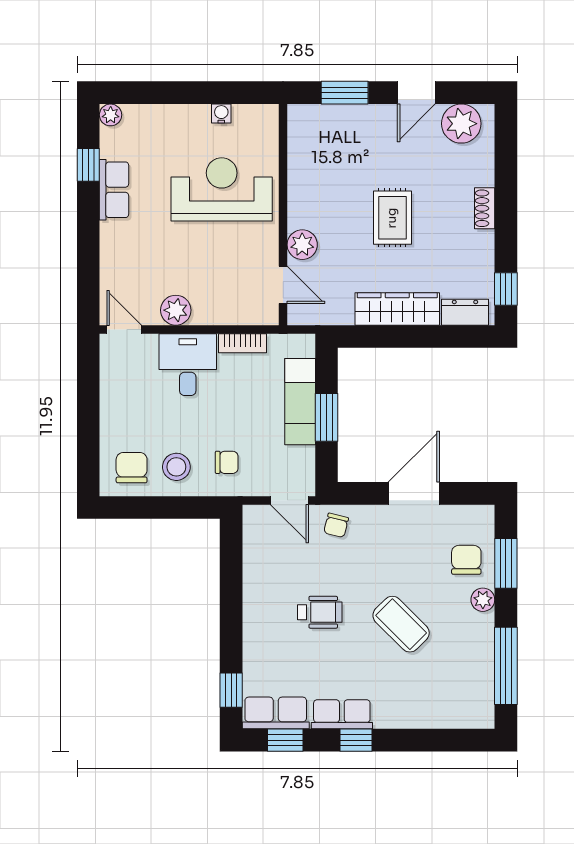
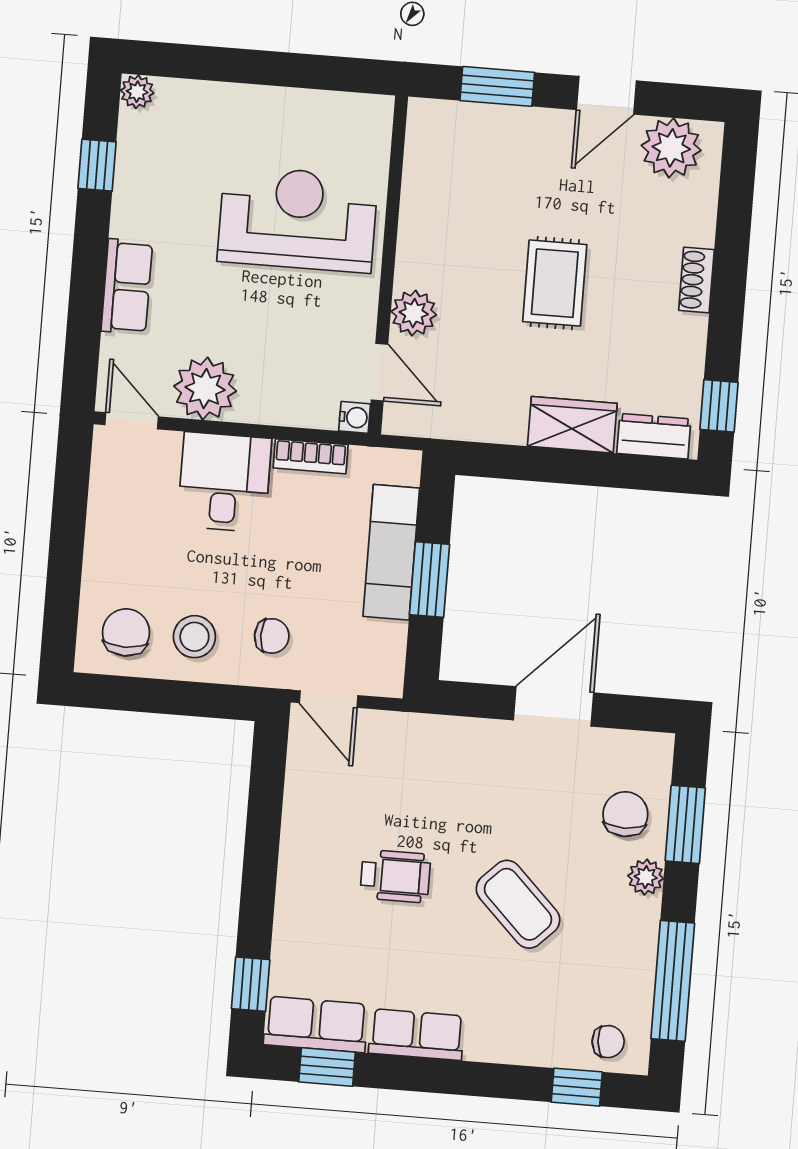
water cooler: (221, 114) -> (355, 417), moved, turned 90
row of seats: (114, 190) -> (127, 287), moved
wardrobe: (397, 309) -> (572, 425), width x0.67
plant: (176, 310) -> (205, 389), width x1.36, depth x1.36
door: (289, 500) -> (329, 699), moved
chair: (336, 525) -> (608, 1042), moved, turned -109
window: (356, 740) -> (577, 1087), moved

